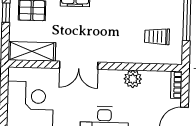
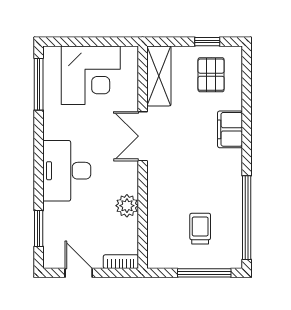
trolley: (157, 37) -> (200, 229), moved

